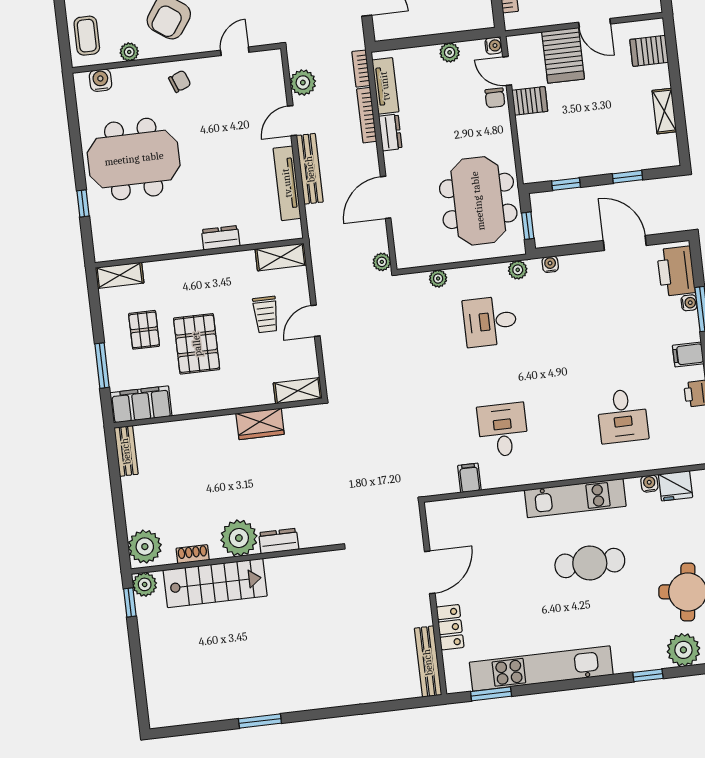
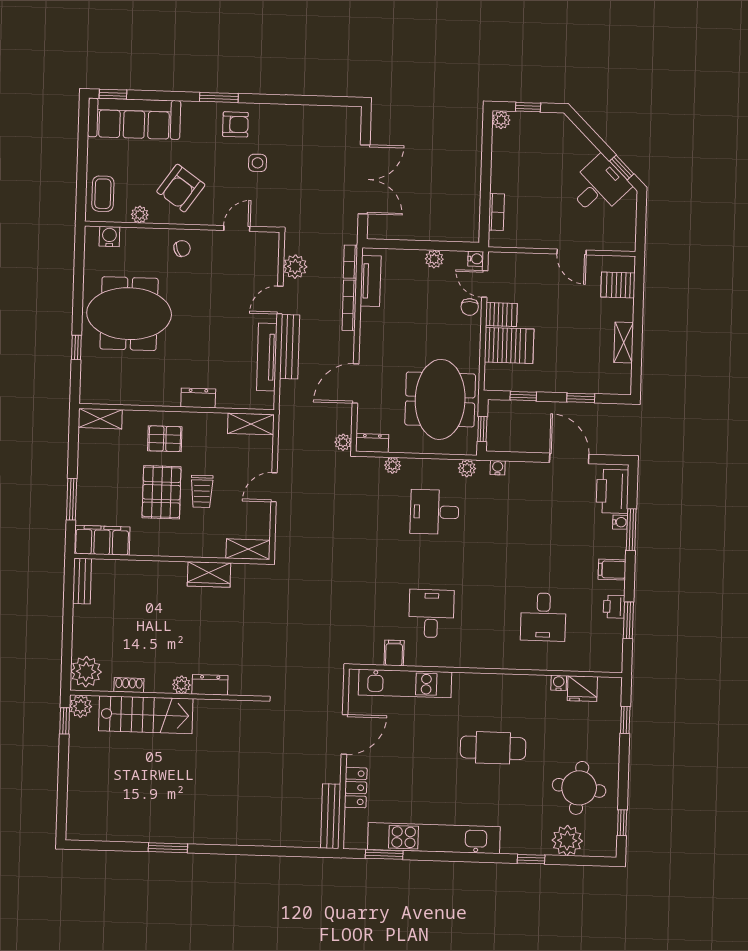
server rack: (563, 55) -> (509, 346), moved, turned -90
dresser: (390, 132) -> (372, 443), moved, turned -90
trolley: (266, 314) -> (202, 491), moved
pallet: (144, 330) -> (165, 439), moved, turned 90
kitchen unit: (575, 498) -> (405, 684), moved
plant: (239, 538) -> (181, 685), width x0.53, depth x0.53

